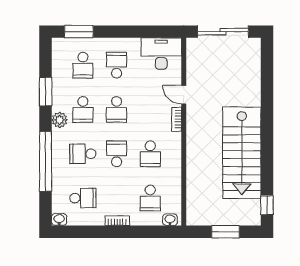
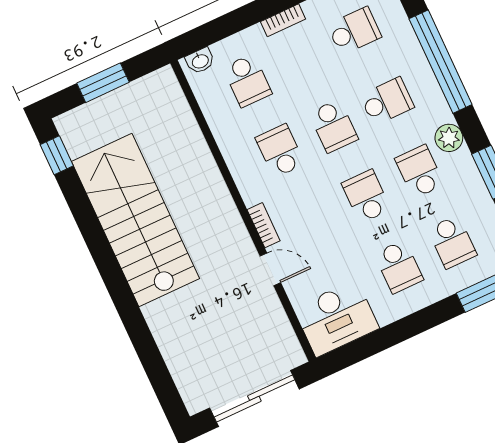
school desk: (83, 65) -> (452, 242), turned 180
school desk: (83, 198) -> (354, 31), turned 180
school desk: (150, 198) -> (247, 81), turned 180

